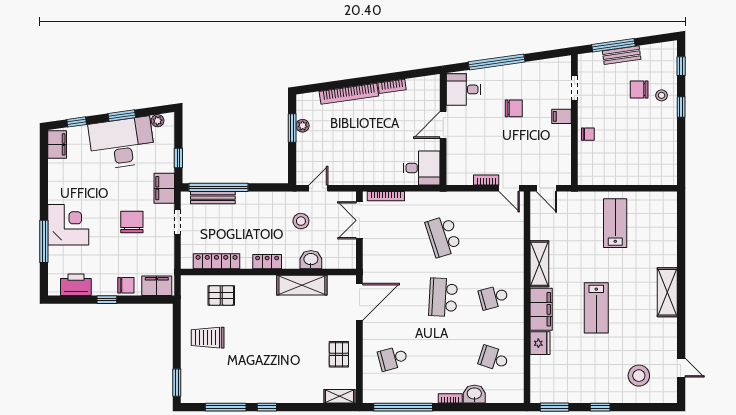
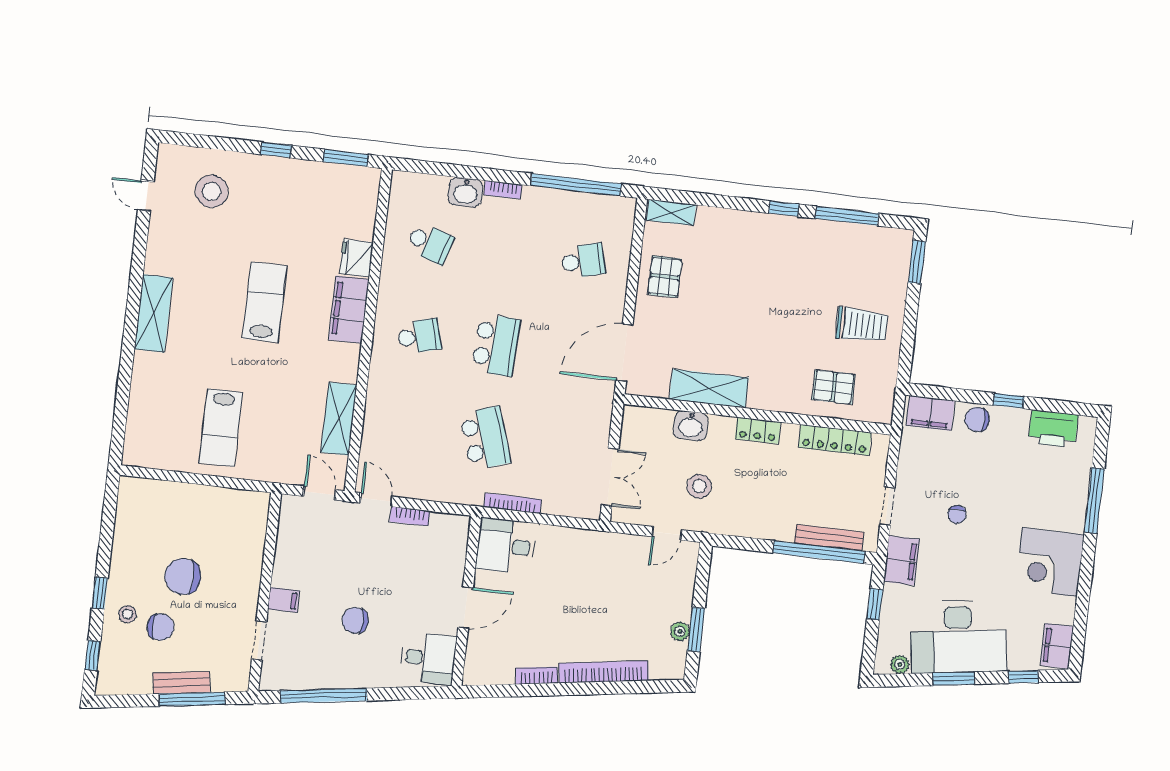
window: (497, 62) -> (324, 696), moved
chair: (588, 134) -> (183, 576), moved, width x1.87, depth x1.87
bookcase: (386, 196) -> (513, 503), moved
chair: (132, 222) -> (957, 515), width x0.54, depth x0.54
corner desk: (68, 225) -> (1050, 562), moved
shelving: (539, 264) -> (339, 419), moved

